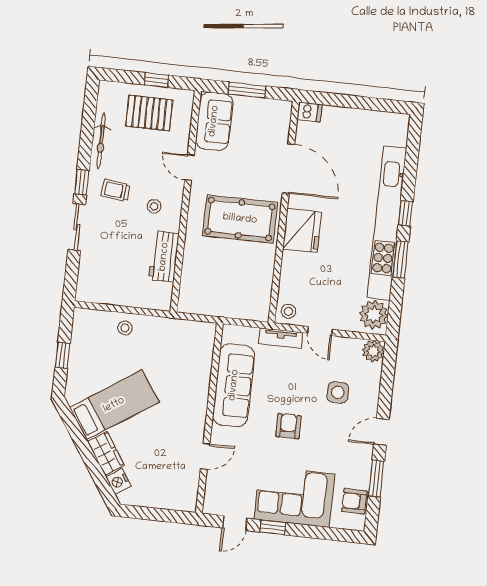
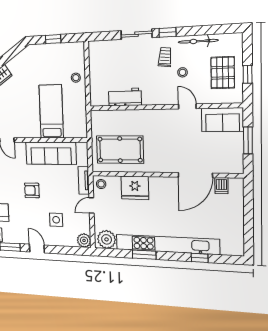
dishwasher: (309, 112) -> (221, 186), moved
door: (189, 168) -> (187, 106), hinge flipped
stool: (154, 206) -> (183, 72), moved
window: (406, 213) -> (200, 258), moved
pool table: (240, 219) -> (120, 150), moved, turned 90
fridge: (302, 231) -> (135, 188), moved
bed: (114, 405) -> (51, 111), moved, turned -146
armchair: (288, 426) -> (32, 190), turned 180

